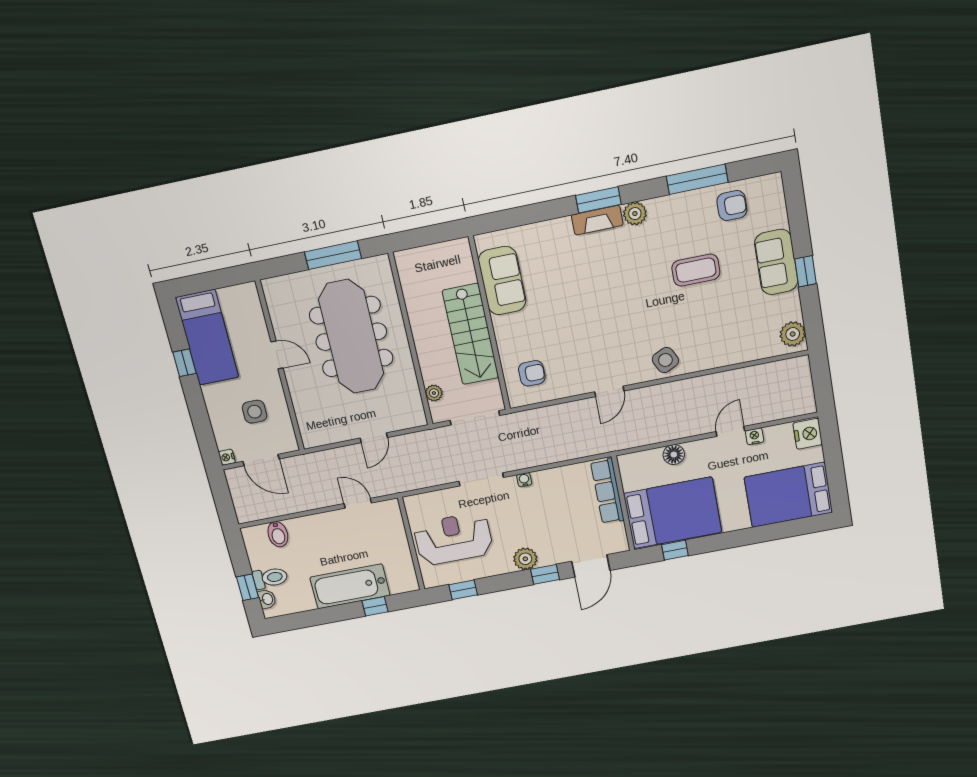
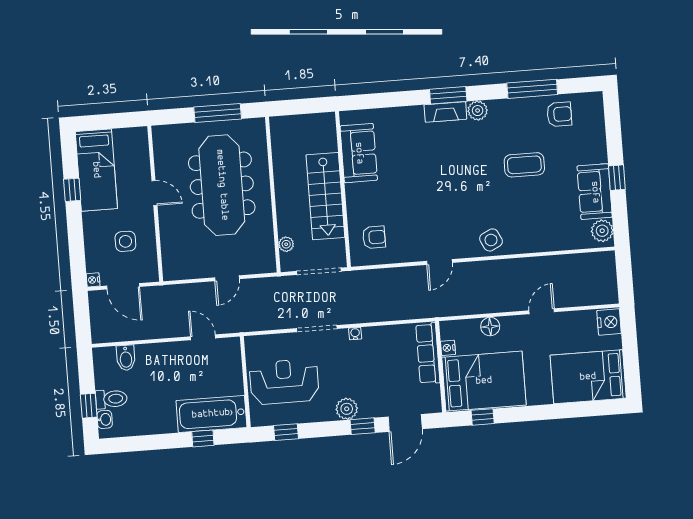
sofa: (776, 262) -> (595, 192), moved
nightstand: (755, 436) -> (448, 348), moved, turned -90
bathtub: (350, 586) -> (211, 414), moved

